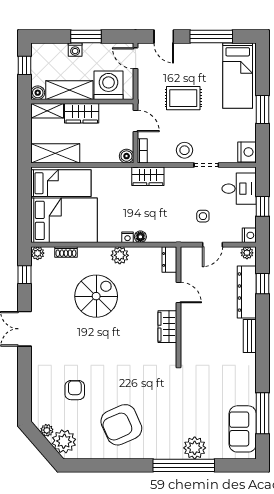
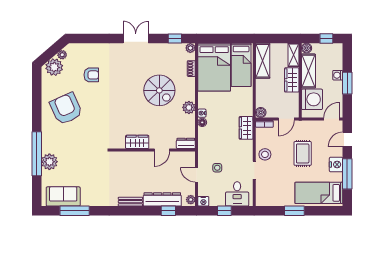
nightstand: (247, 152) -> (336, 165), moved, turned -90

